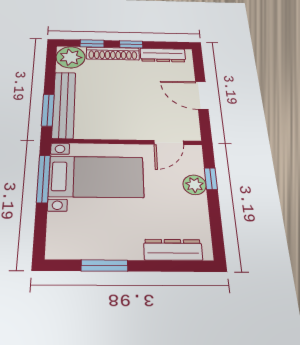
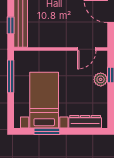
window: (48, 110) -> (11, 25), width x0.67
bed with nightstands: (96, 177) -> (44, 100), moved, turned -90

